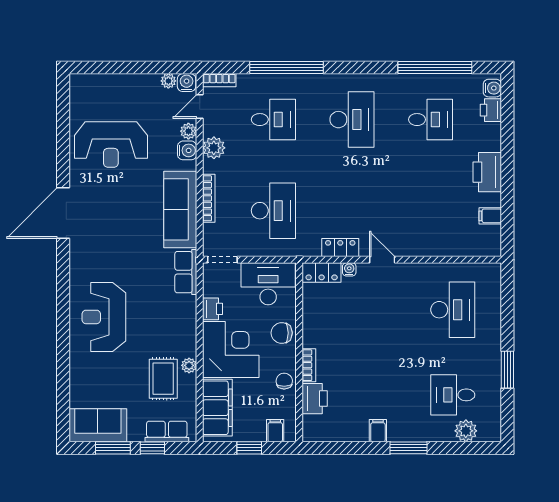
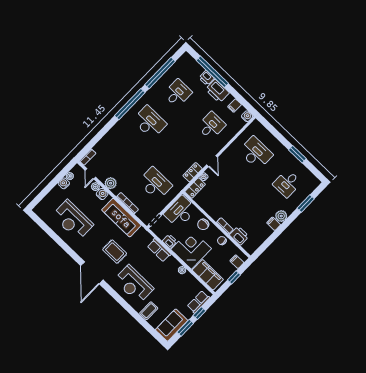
window: (286, 68) -> (130, 104), moved
water cooler: (187, 83) -> (64, 183), moved
water cooler: (492, 88) -> (247, 116), moved
printer: (491, 110) -> (207, 78), moved
desk: (273, 120) -> (211, 126), moved
window: (507, 139) -> (212, 72), added
reception desk: (111, 145) -> (73, 220), turned 90
door: (63, 213) -> (92, 273), moved
door: (382, 260) -> (212, 161), swing flipped
row of seats: (186, 272) -> (159, 250), moved
coffee table: (87, 374) -> (149, 311), added
rug: (163, 379) -> (115, 252), moved
plant: (466, 431) -> (281, 216), moved
window: (408, 448) -> (306, 203), moved

